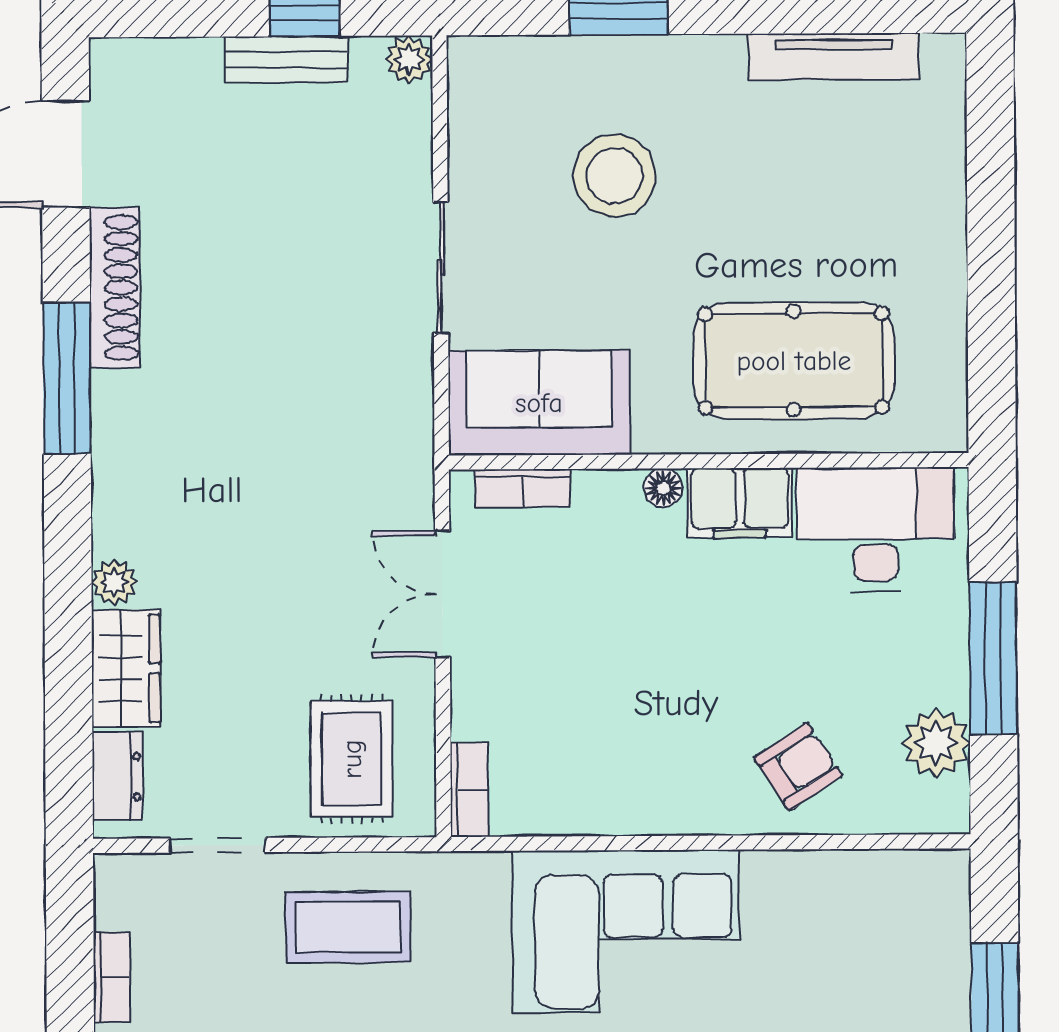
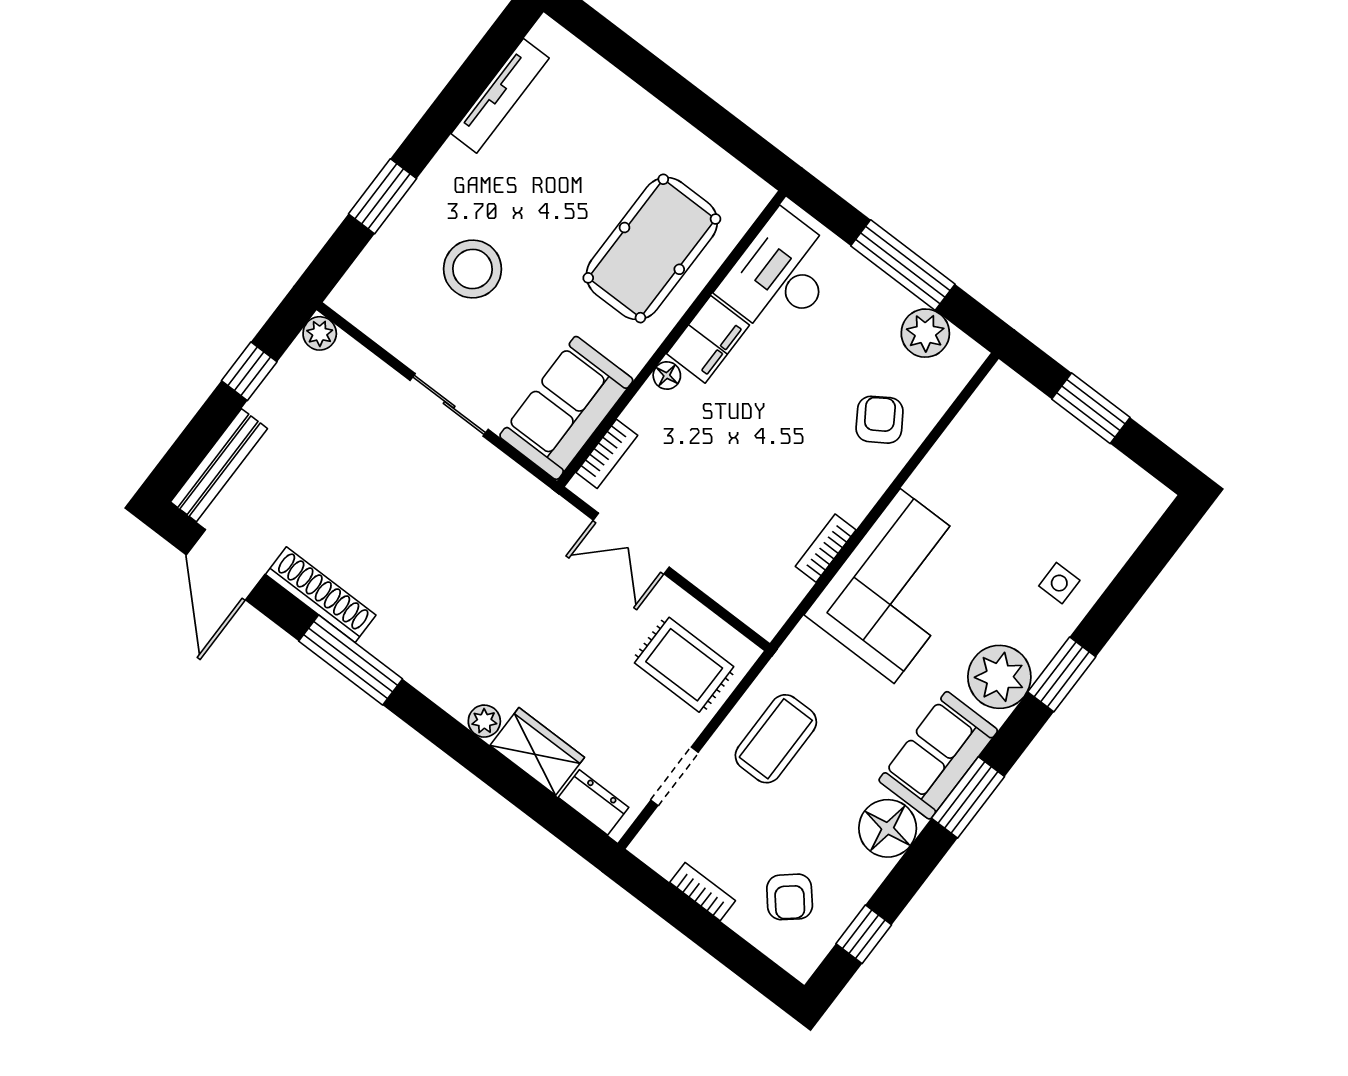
bench: (287, 60) -> (219, 465), moved, width x1.36
bookcase: (469, 790) -> (826, 548), moved, turned -90

